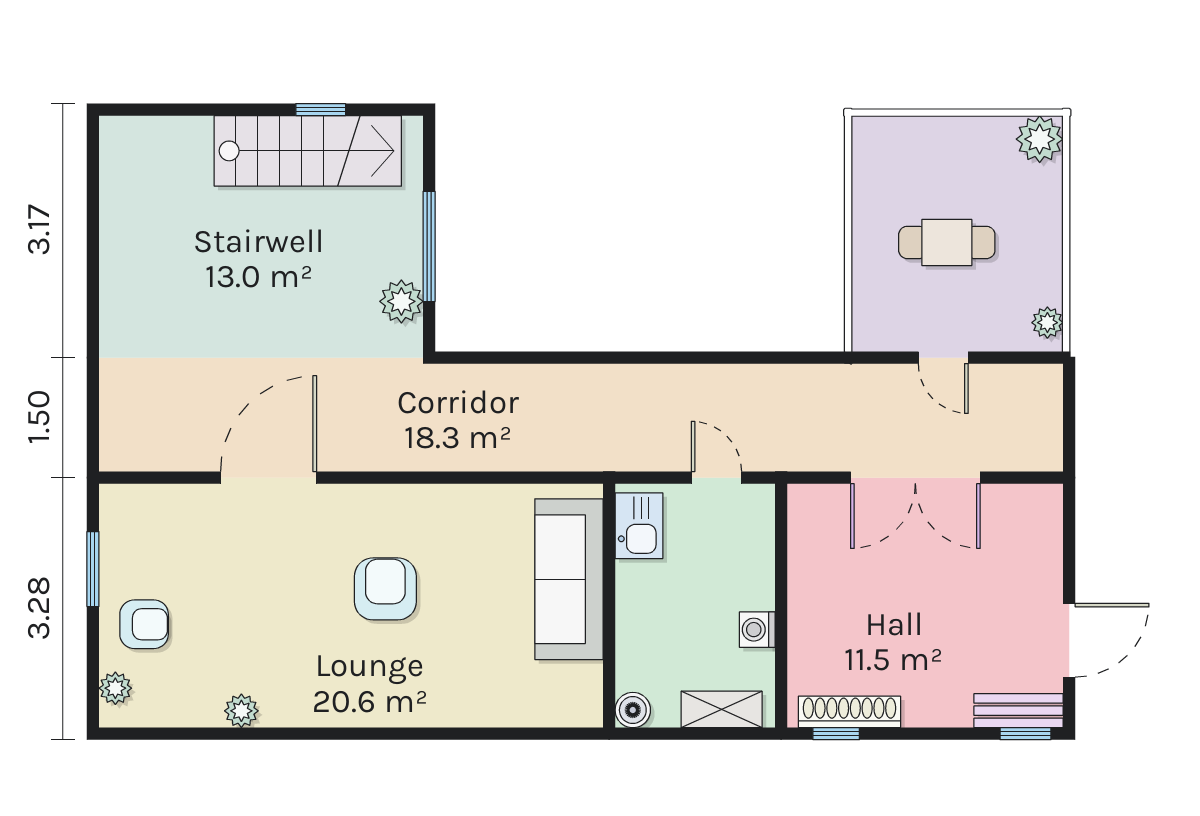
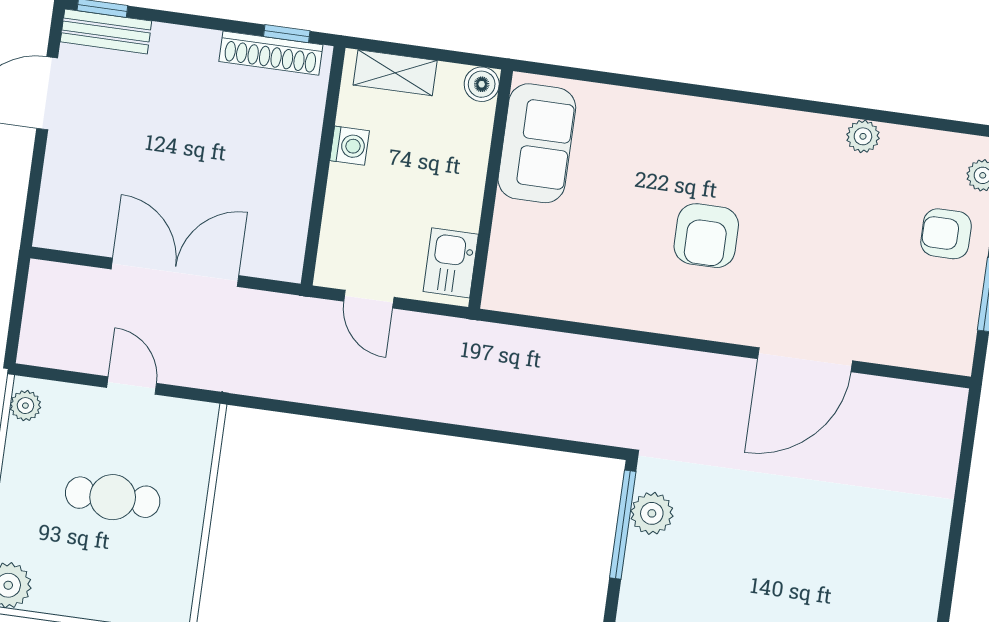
window: (429, 246) -> (623, 525), moved
sofa: (569, 579) -> (537, 143), moved, width x0.73

